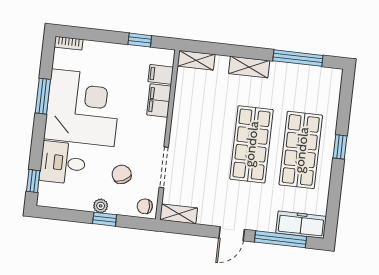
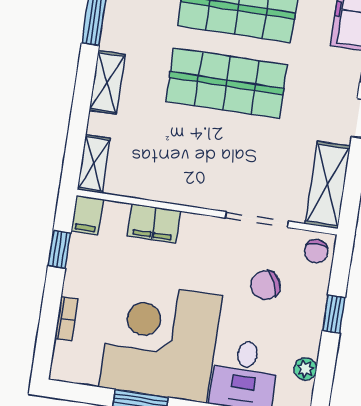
bookcase: (69, 43) -> (66, 319), moved
filing cabinet: (161, 74) -> (87, 215), moved
plant: (101, 206) -> (305, 369), moved
shelving: (179, 214) -> (328, 185), width x1.50, depth x1.33

